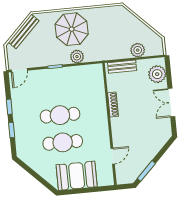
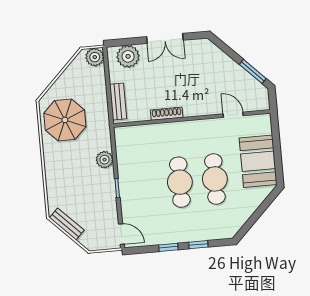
parasol: (72, 29) -> (65, 120), moved
bench: (24, 32) -> (67, 224), width x0.73
plant: (138, 50) -> (95, 57), moved

